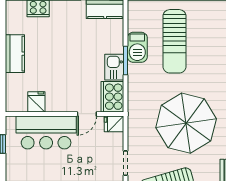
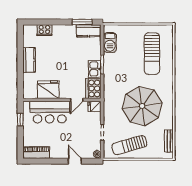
sun lounger: (175, 41) -> (152, 54), moved
barbecue: (137, 47) -> (110, 43), moved
fridge: (36, 102) -> (48, 90), width x1.88, depth x1.34

